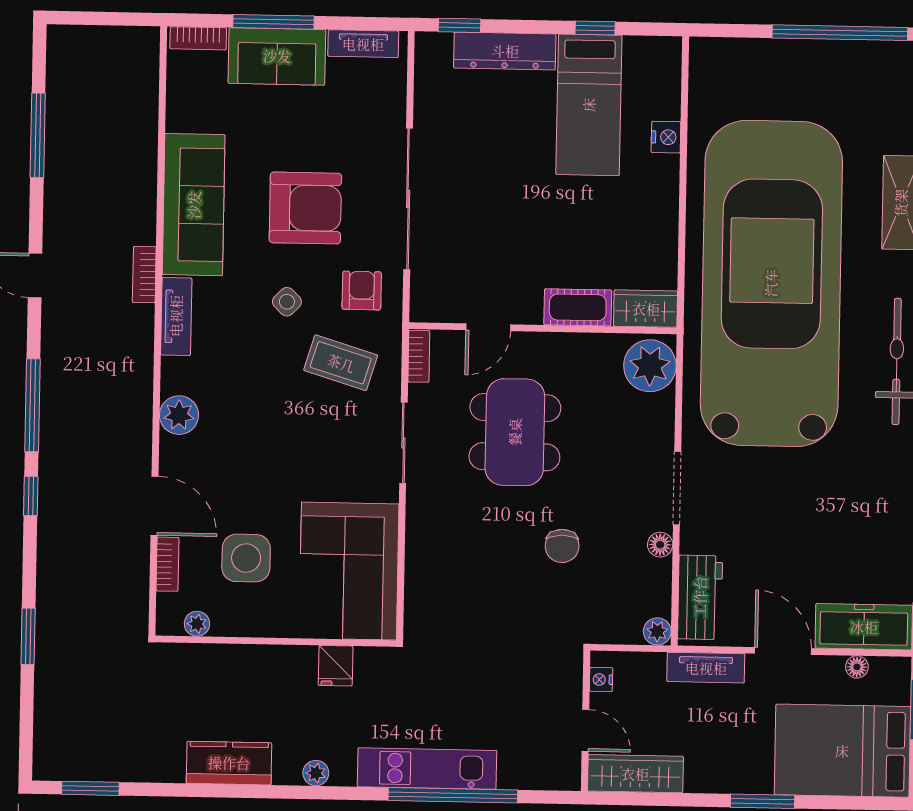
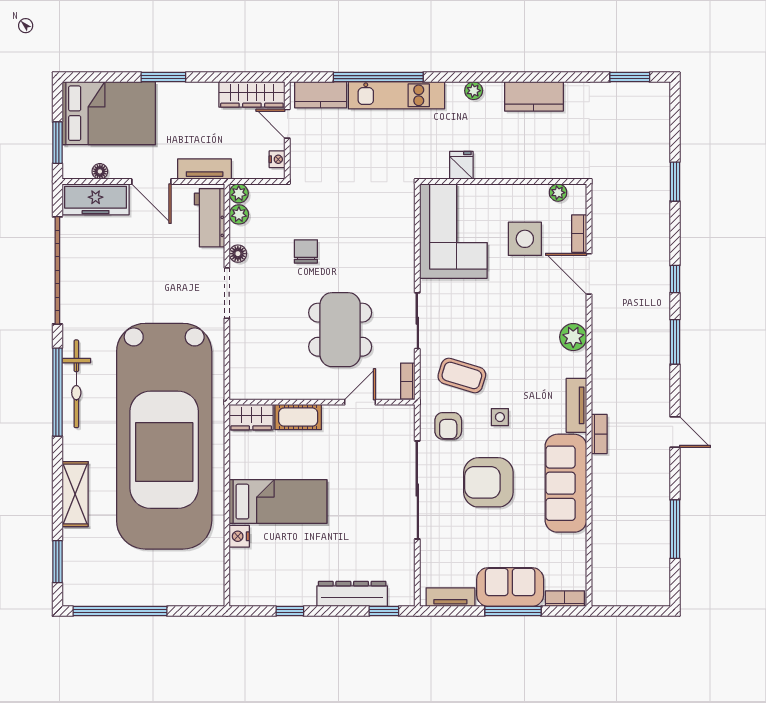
bed: (589, 105) -> (278, 502), moved, turned 90
side table: (287, 302) -> (500, 417), turned 45
plant: (650, 366) -> (239, 214), moved, width x0.53, depth x0.53
window: (33, 405) -> (675, 342), width x0.69
kitchen counter: (537, 771) -> (321, 95), added

